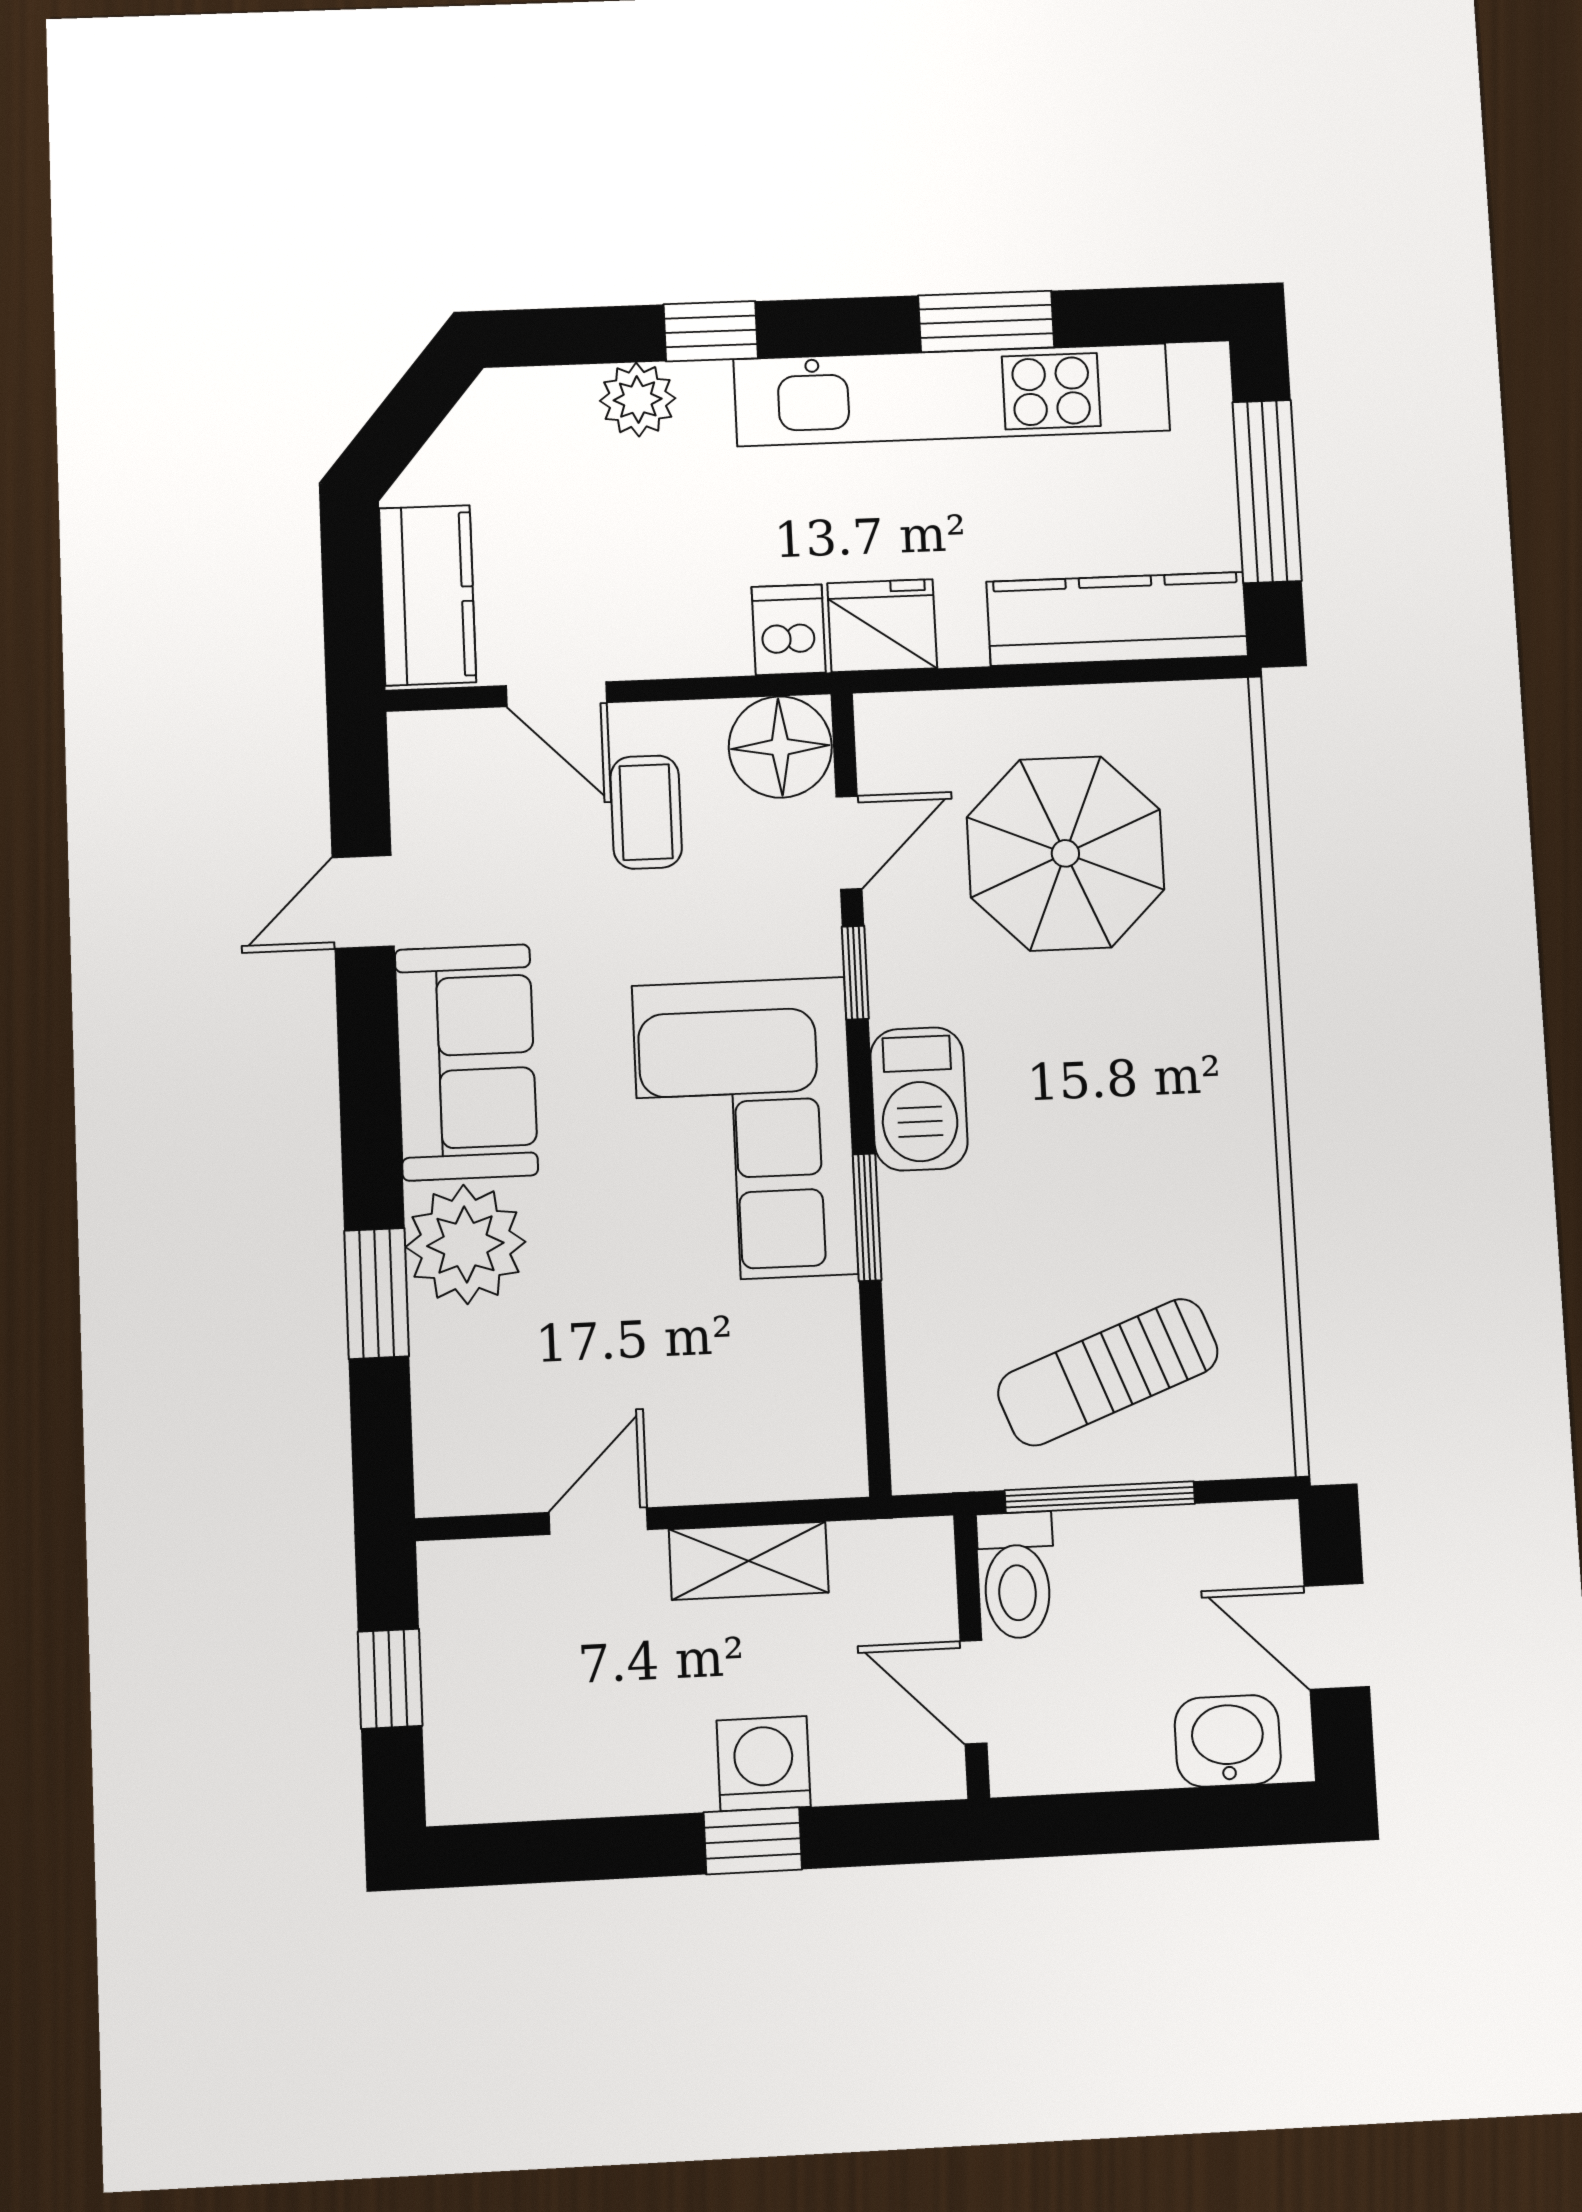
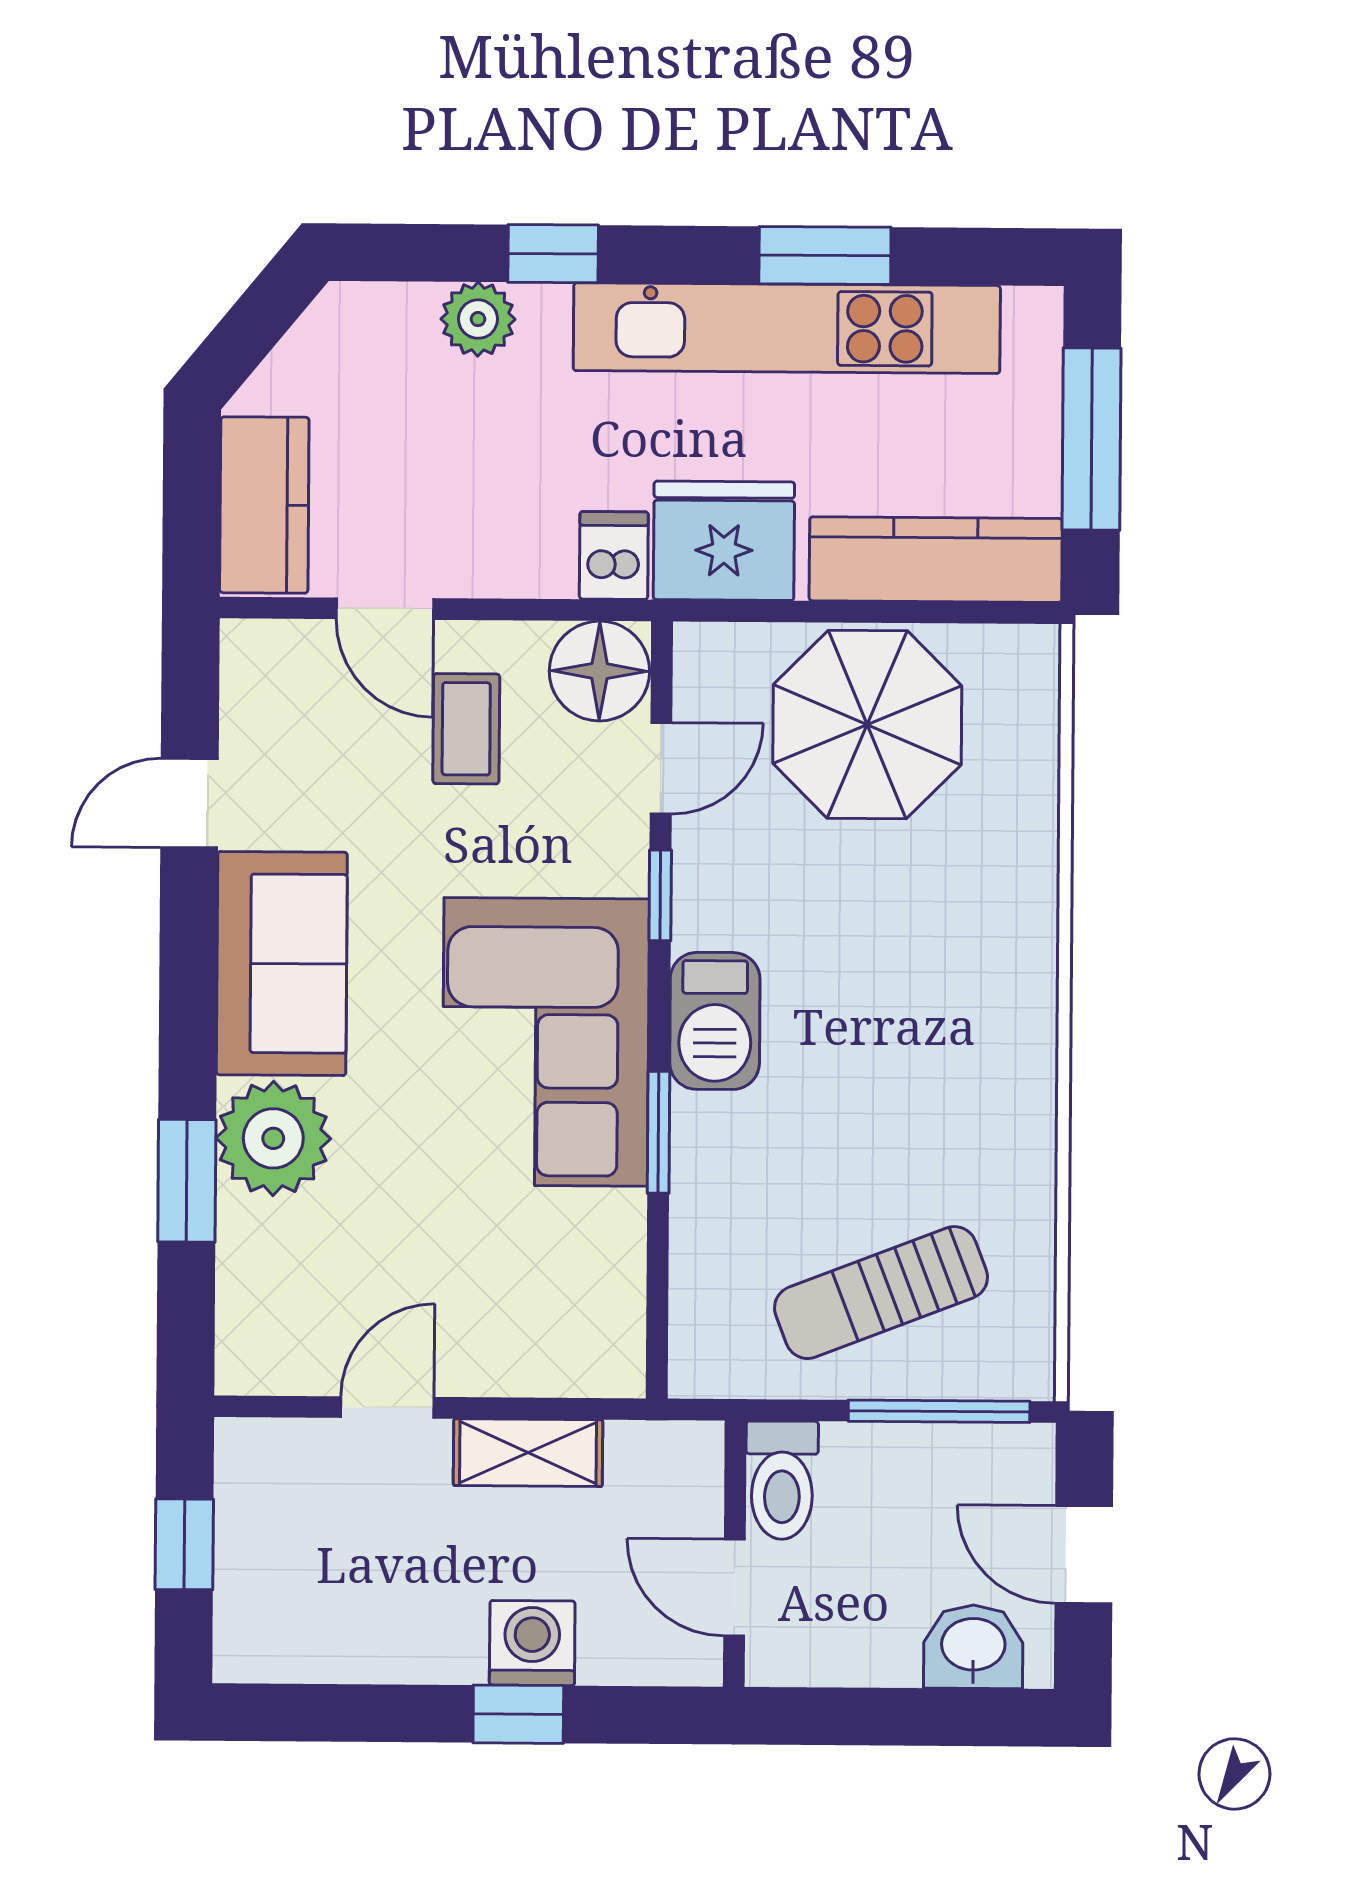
fridge: (882, 626) -> (724, 541), width x1.36, depth x1.34
parasol: (1065, 853) -> (867, 725), moved
window: (1100, 1497) -> (939, 1411), moved

